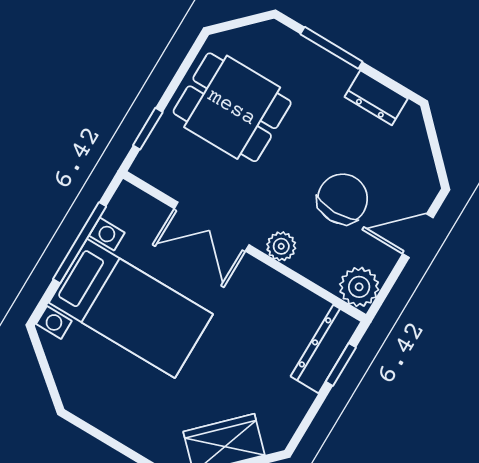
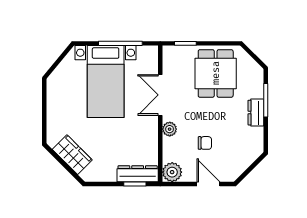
dresser: (376, 98) -> (256, 113), moved
chair: (343, 199) -> (205, 143), width x0.54, depth x0.54

